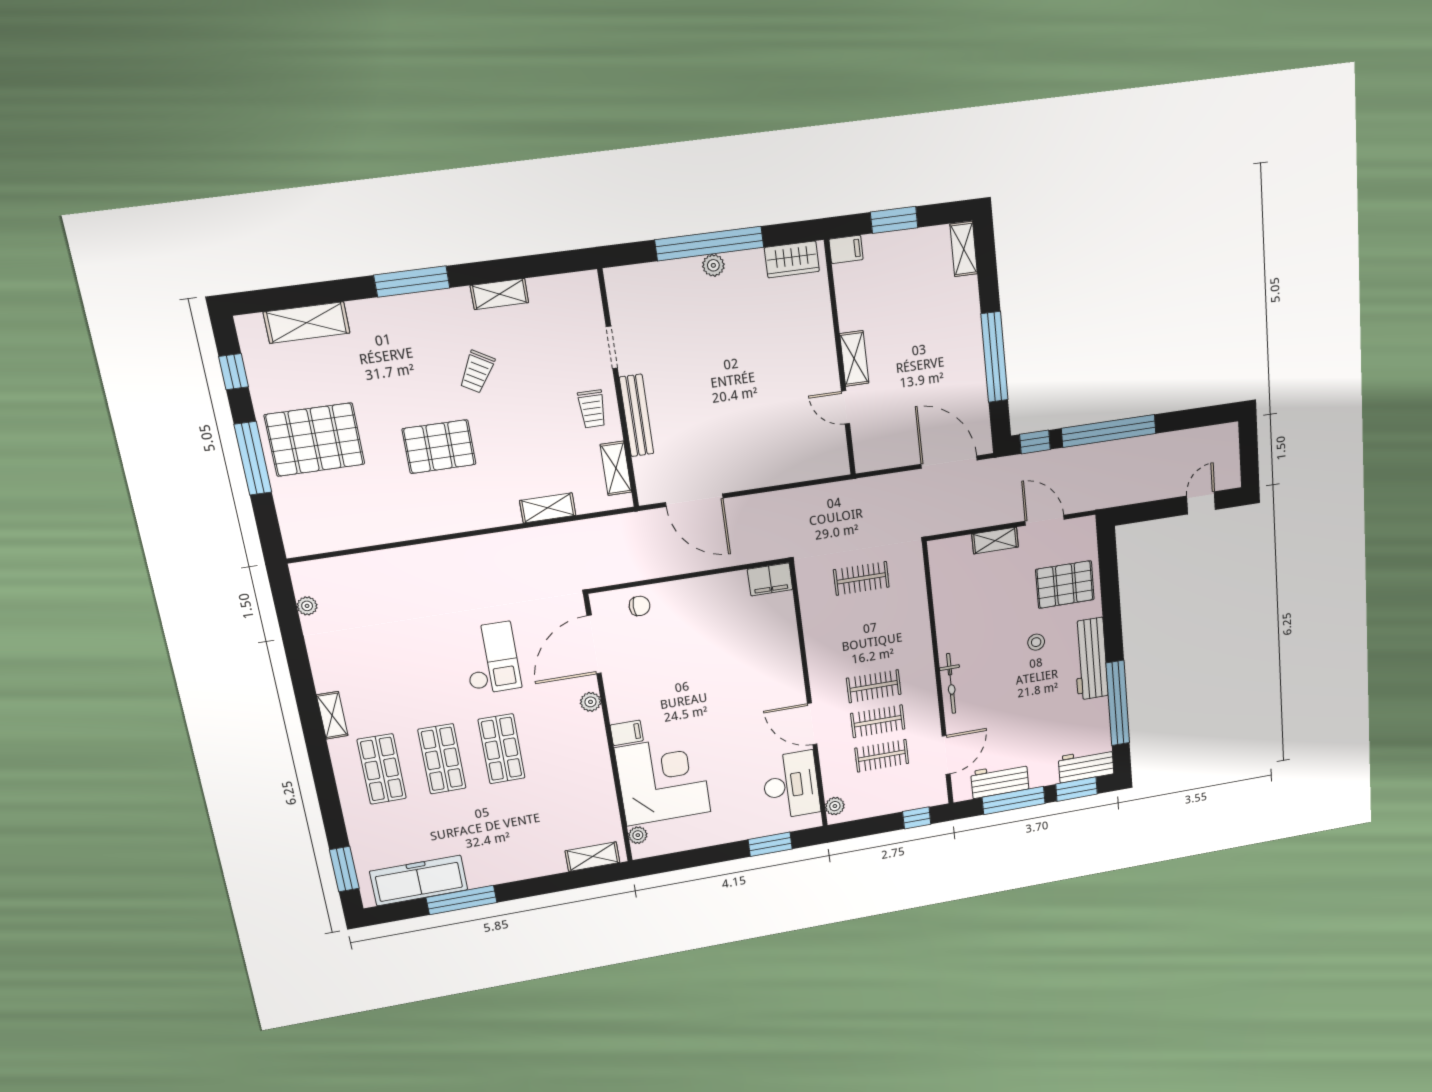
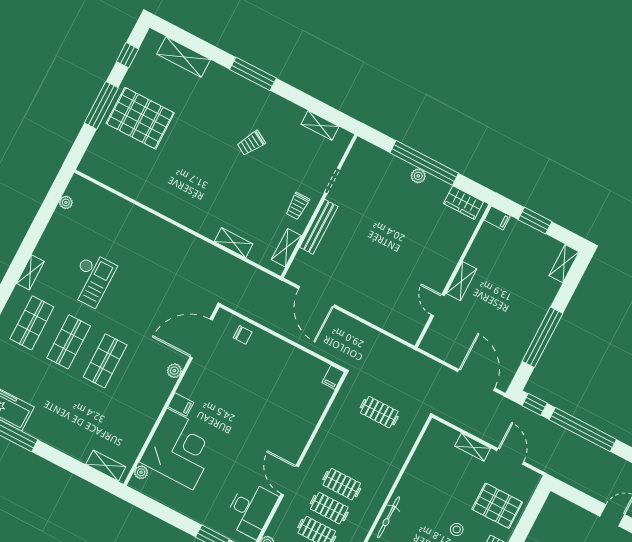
shelving: (499, 294) -> (320, 125), moved
pallet: (439, 447) -> (201, 168), removed
filing cabinet: (770, 579) -> (333, 377), width x0.50
checkout: (491, 658) -> (91, 279), moved

